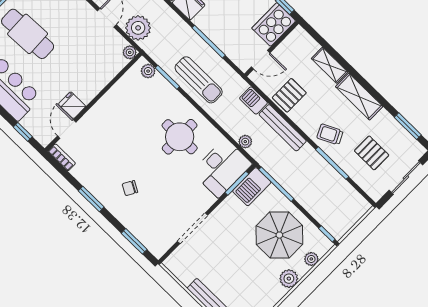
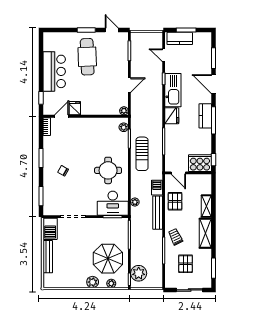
plant: (138, 28) -> (139, 273), moved
pallet: (289, 95) -> (175, 201), turned 90
barbecue: (252, 187) -> (50, 229), moved, turned -90

